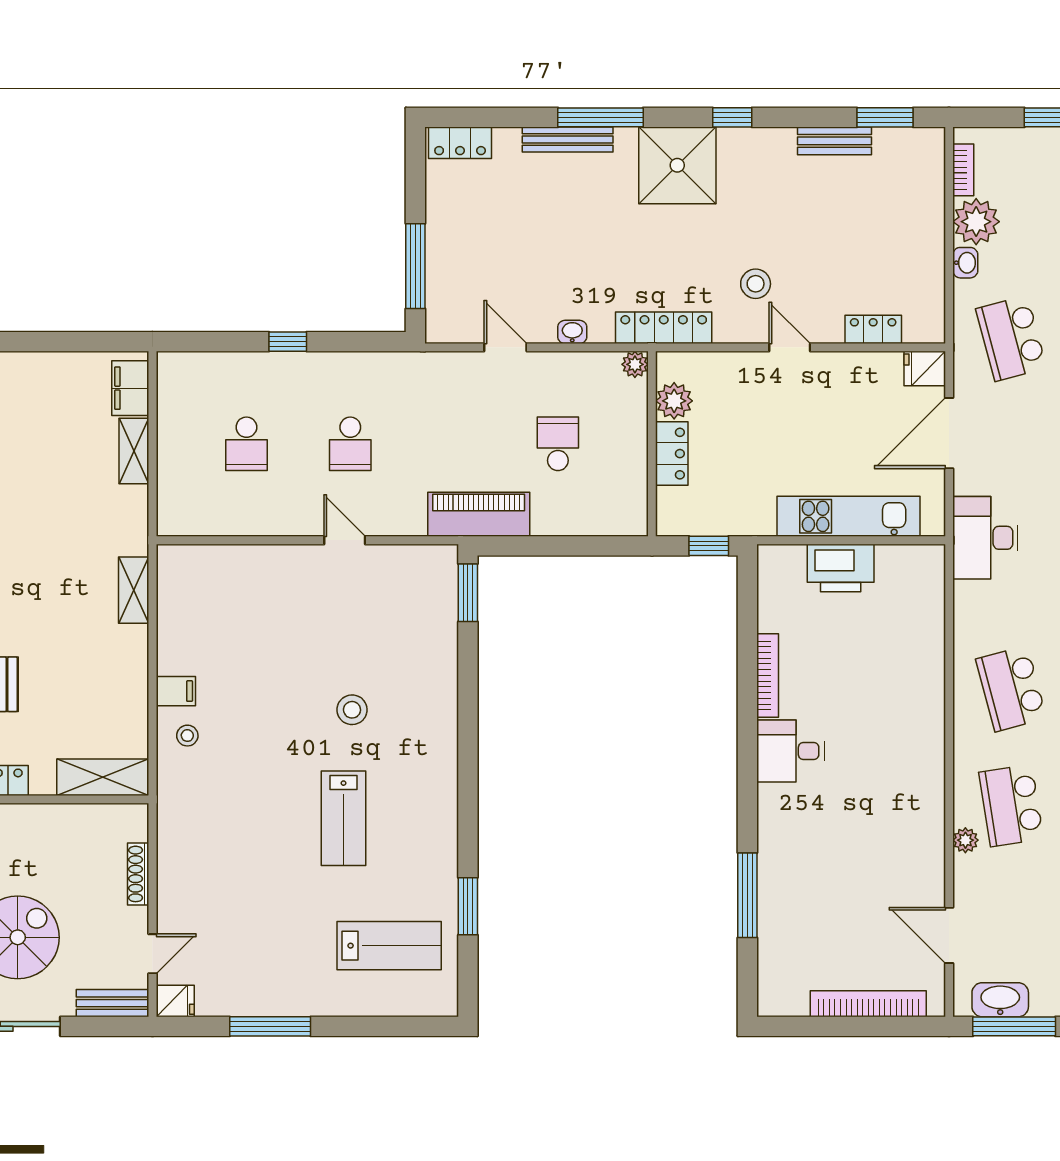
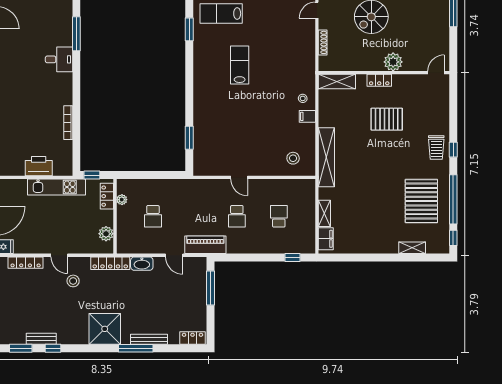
window: (732, 117) -> (53, 348), moved
locker: (873, 329) -> (26, 263), width x1.53
washbasin: (572, 332) -> (142, 264), width x1.91, depth x1.45
window: (288, 342) -> (292, 258), moved
plant: (635, 364) -> (122, 200), moved
school desk: (350, 444) -> (237, 216), turned 180
locker: (672, 454) -> (107, 196), moved
piano: (479, 514) -> (205, 245), moved, turned 180
kitchen unit: (848, 516) -> (56, 187), moved
shelving: (134, 590) -> (326, 157), width x2.20, depth x1.33
window: (468, 593) -> (189, 138), moved
stool: (352, 710) -> (293, 158), moved
desk: (790, 751) -> (59, 59), moved

